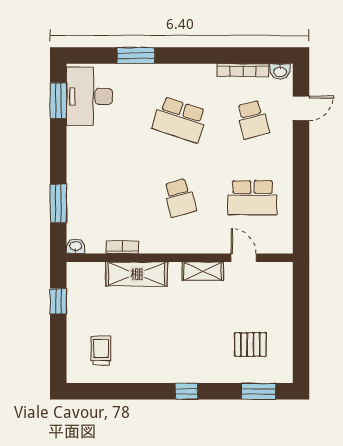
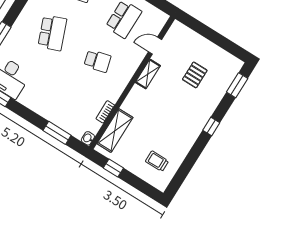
school desk: (180, 119) -> (52, 33), turned -39
shelving: (137, 274) -> (115, 131), moved
pallet: (250, 345) -> (195, 75), moved

